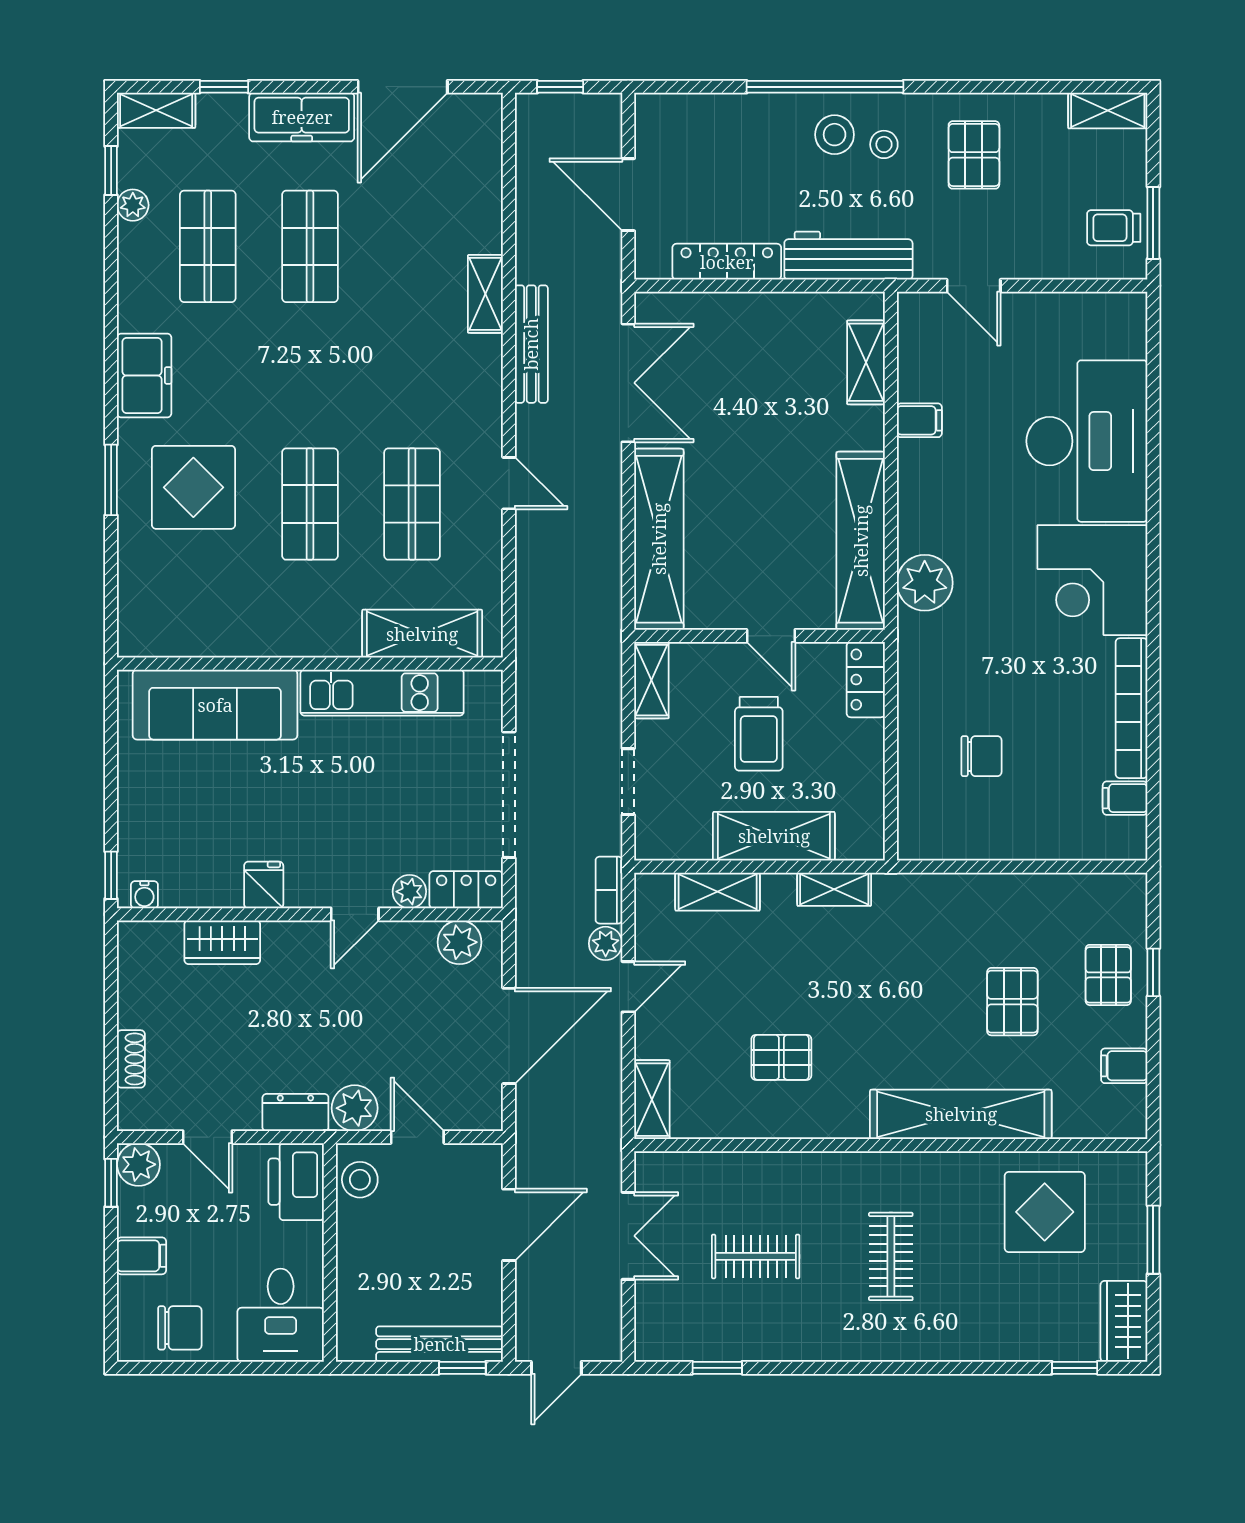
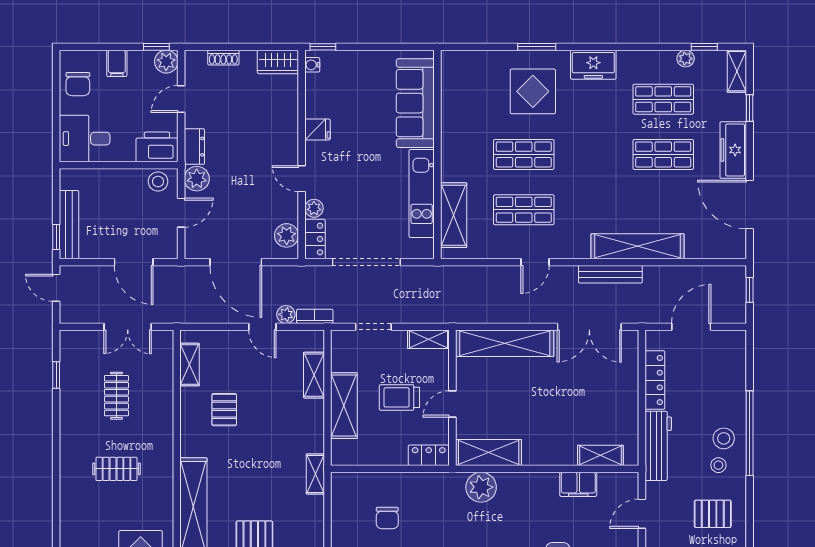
shelving: (485, 294) -> (638, 246), width x2.20, depth x1.33
filing cabinet: (919, 420) -> (578, 484), width x2.00
shelving: (861, 541) -> (489, 453), width x0.68
shelving: (834, 889) -> (315, 474), moved
wardrobe: (222, 942) -> (278, 62), moved, turned -90
shelving: (652, 1100) -> (190, 365), moved, turned 90

